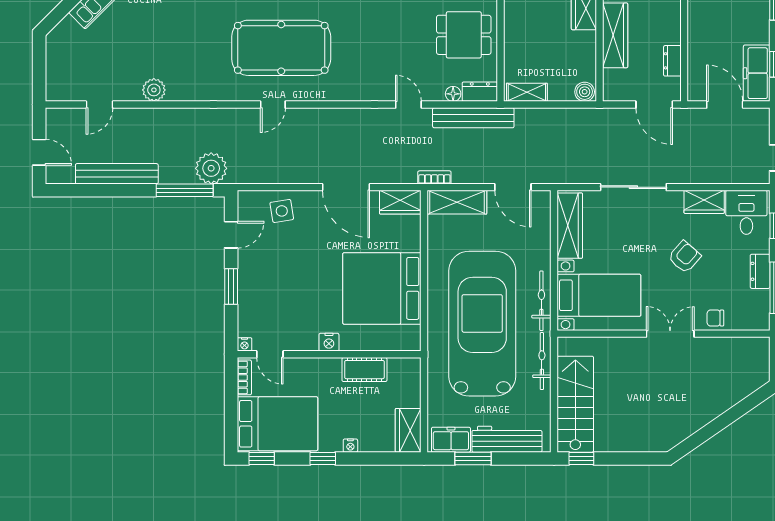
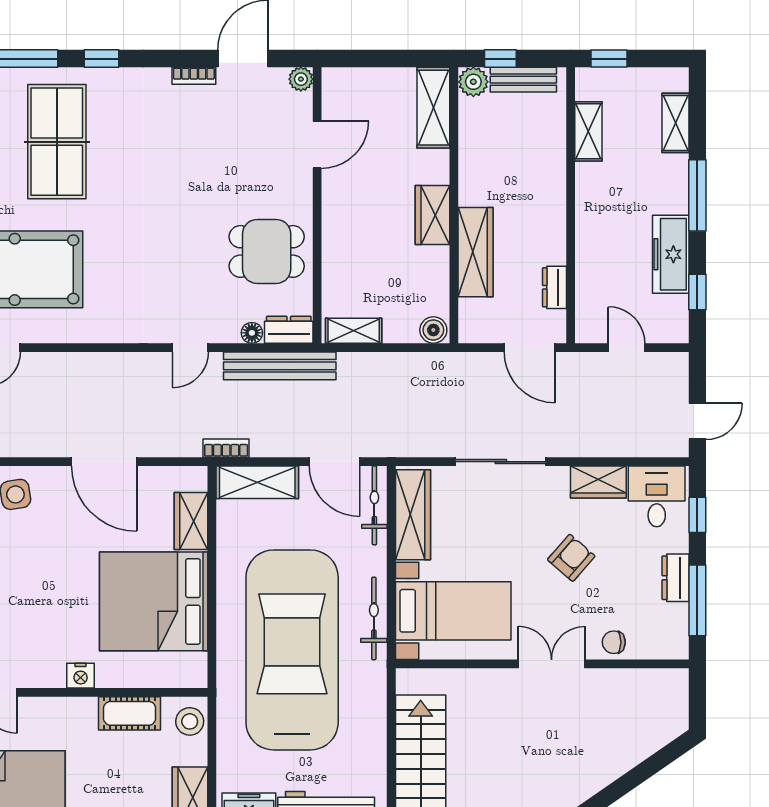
freezer: (757, 73) -> (671, 254), moved
door: (408, 105) -> (190, 348), swing flipped
door: (725, 105) -> (627, 348), width x0.73
wardrobe: (400, 202) -> (191, 521), moved, turned 90
bicycle: (542, 361) -> (374, 505), moved
stool: (408, 375) -> (190, 721), added

